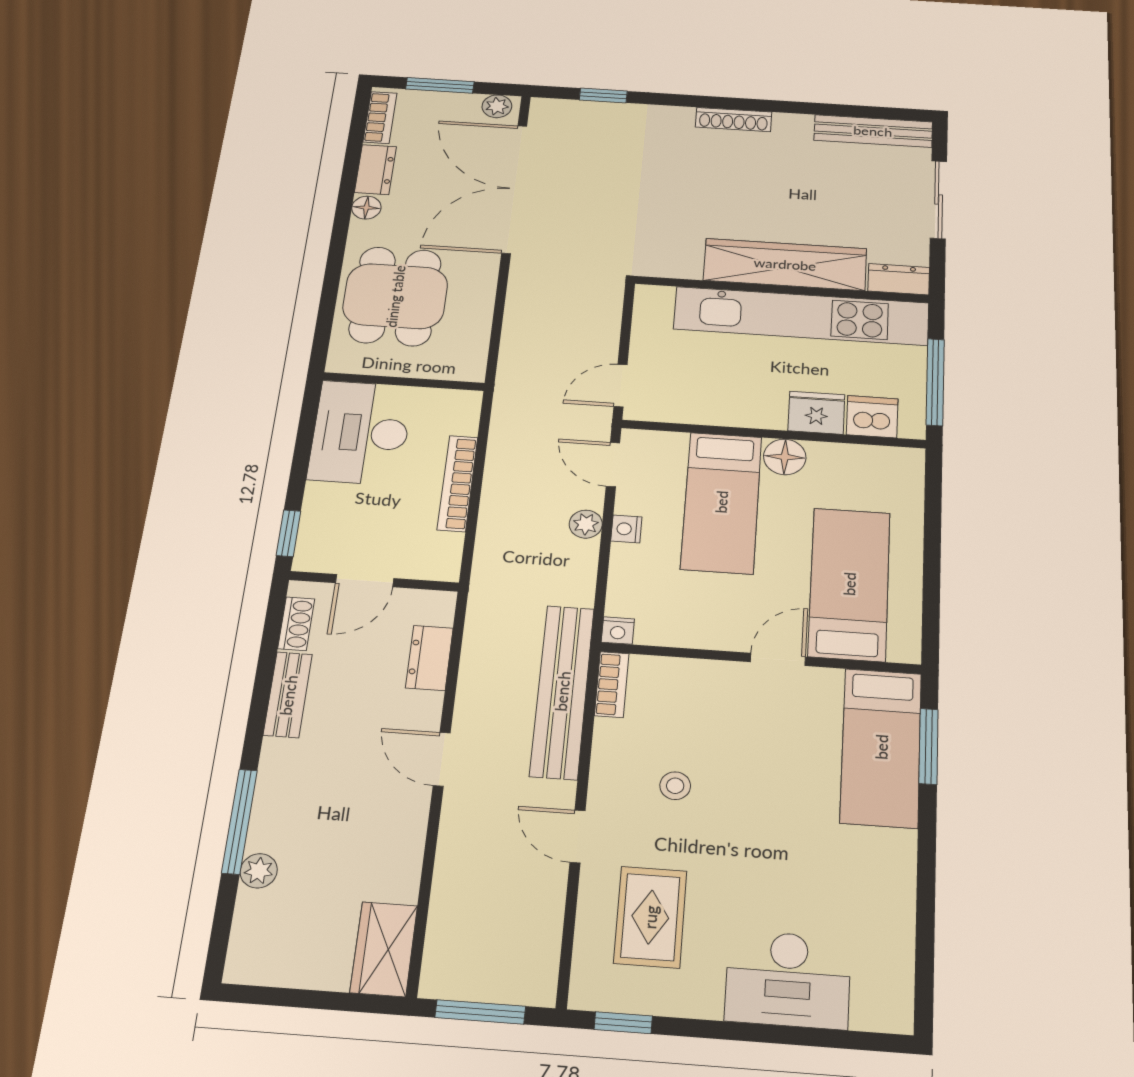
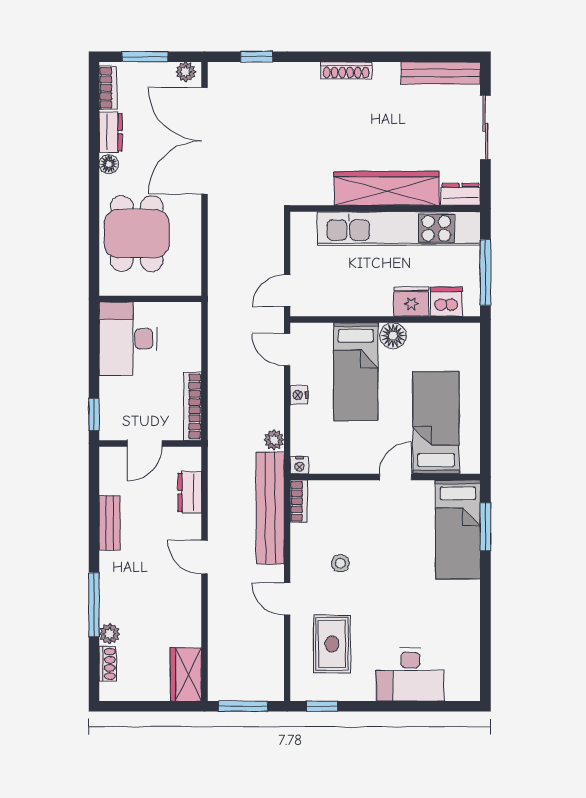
bookcase: (458, 483) -> (193, 406), moved
plant: (586, 524) -> (274, 440), moved
shoe rack: (296, 624) -> (108, 664), moved

